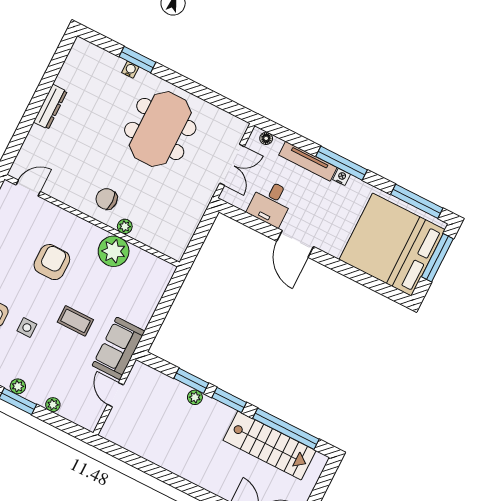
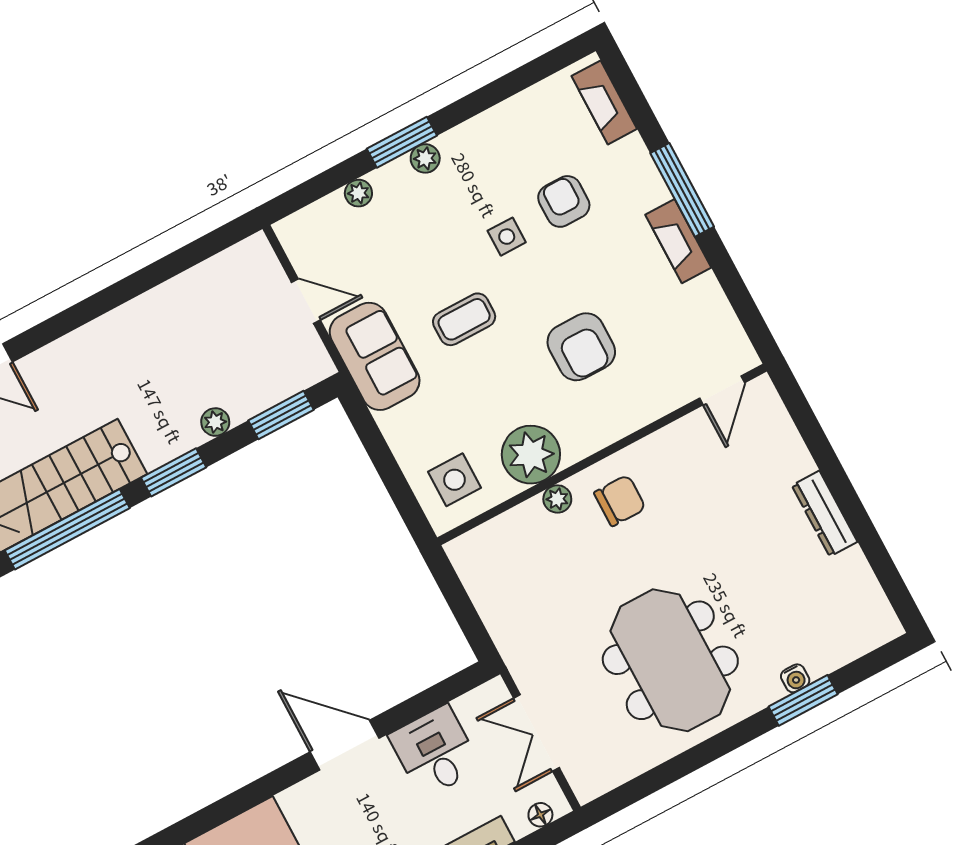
side table: (148, 277) -> (455, 480), added
window: (191, 381) -> (281, 415), moved

